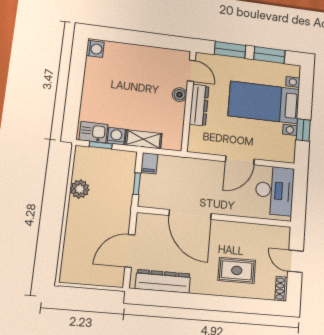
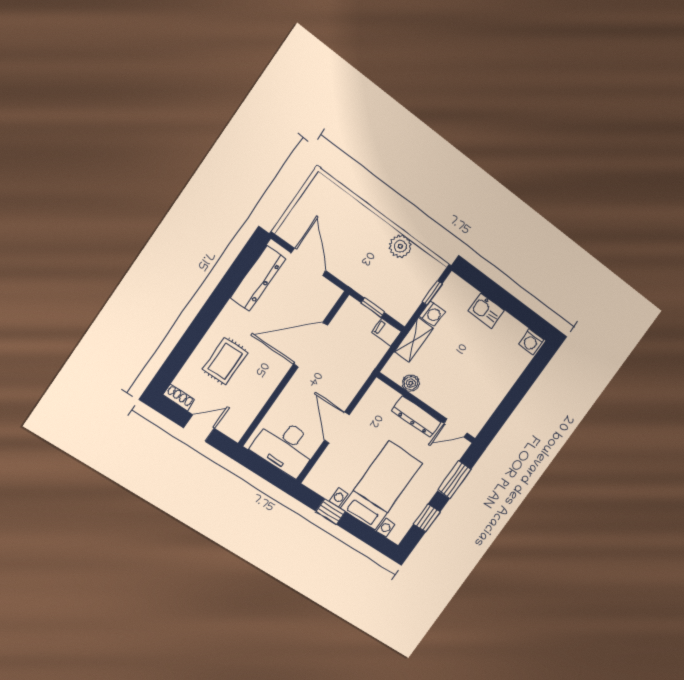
window: (269, 55) -> (427, 518), width x0.67
boiler: (180, 95) -> (411, 383), moved
kitchen sink: (93, 132) -> (486, 310), moved, turned 90

